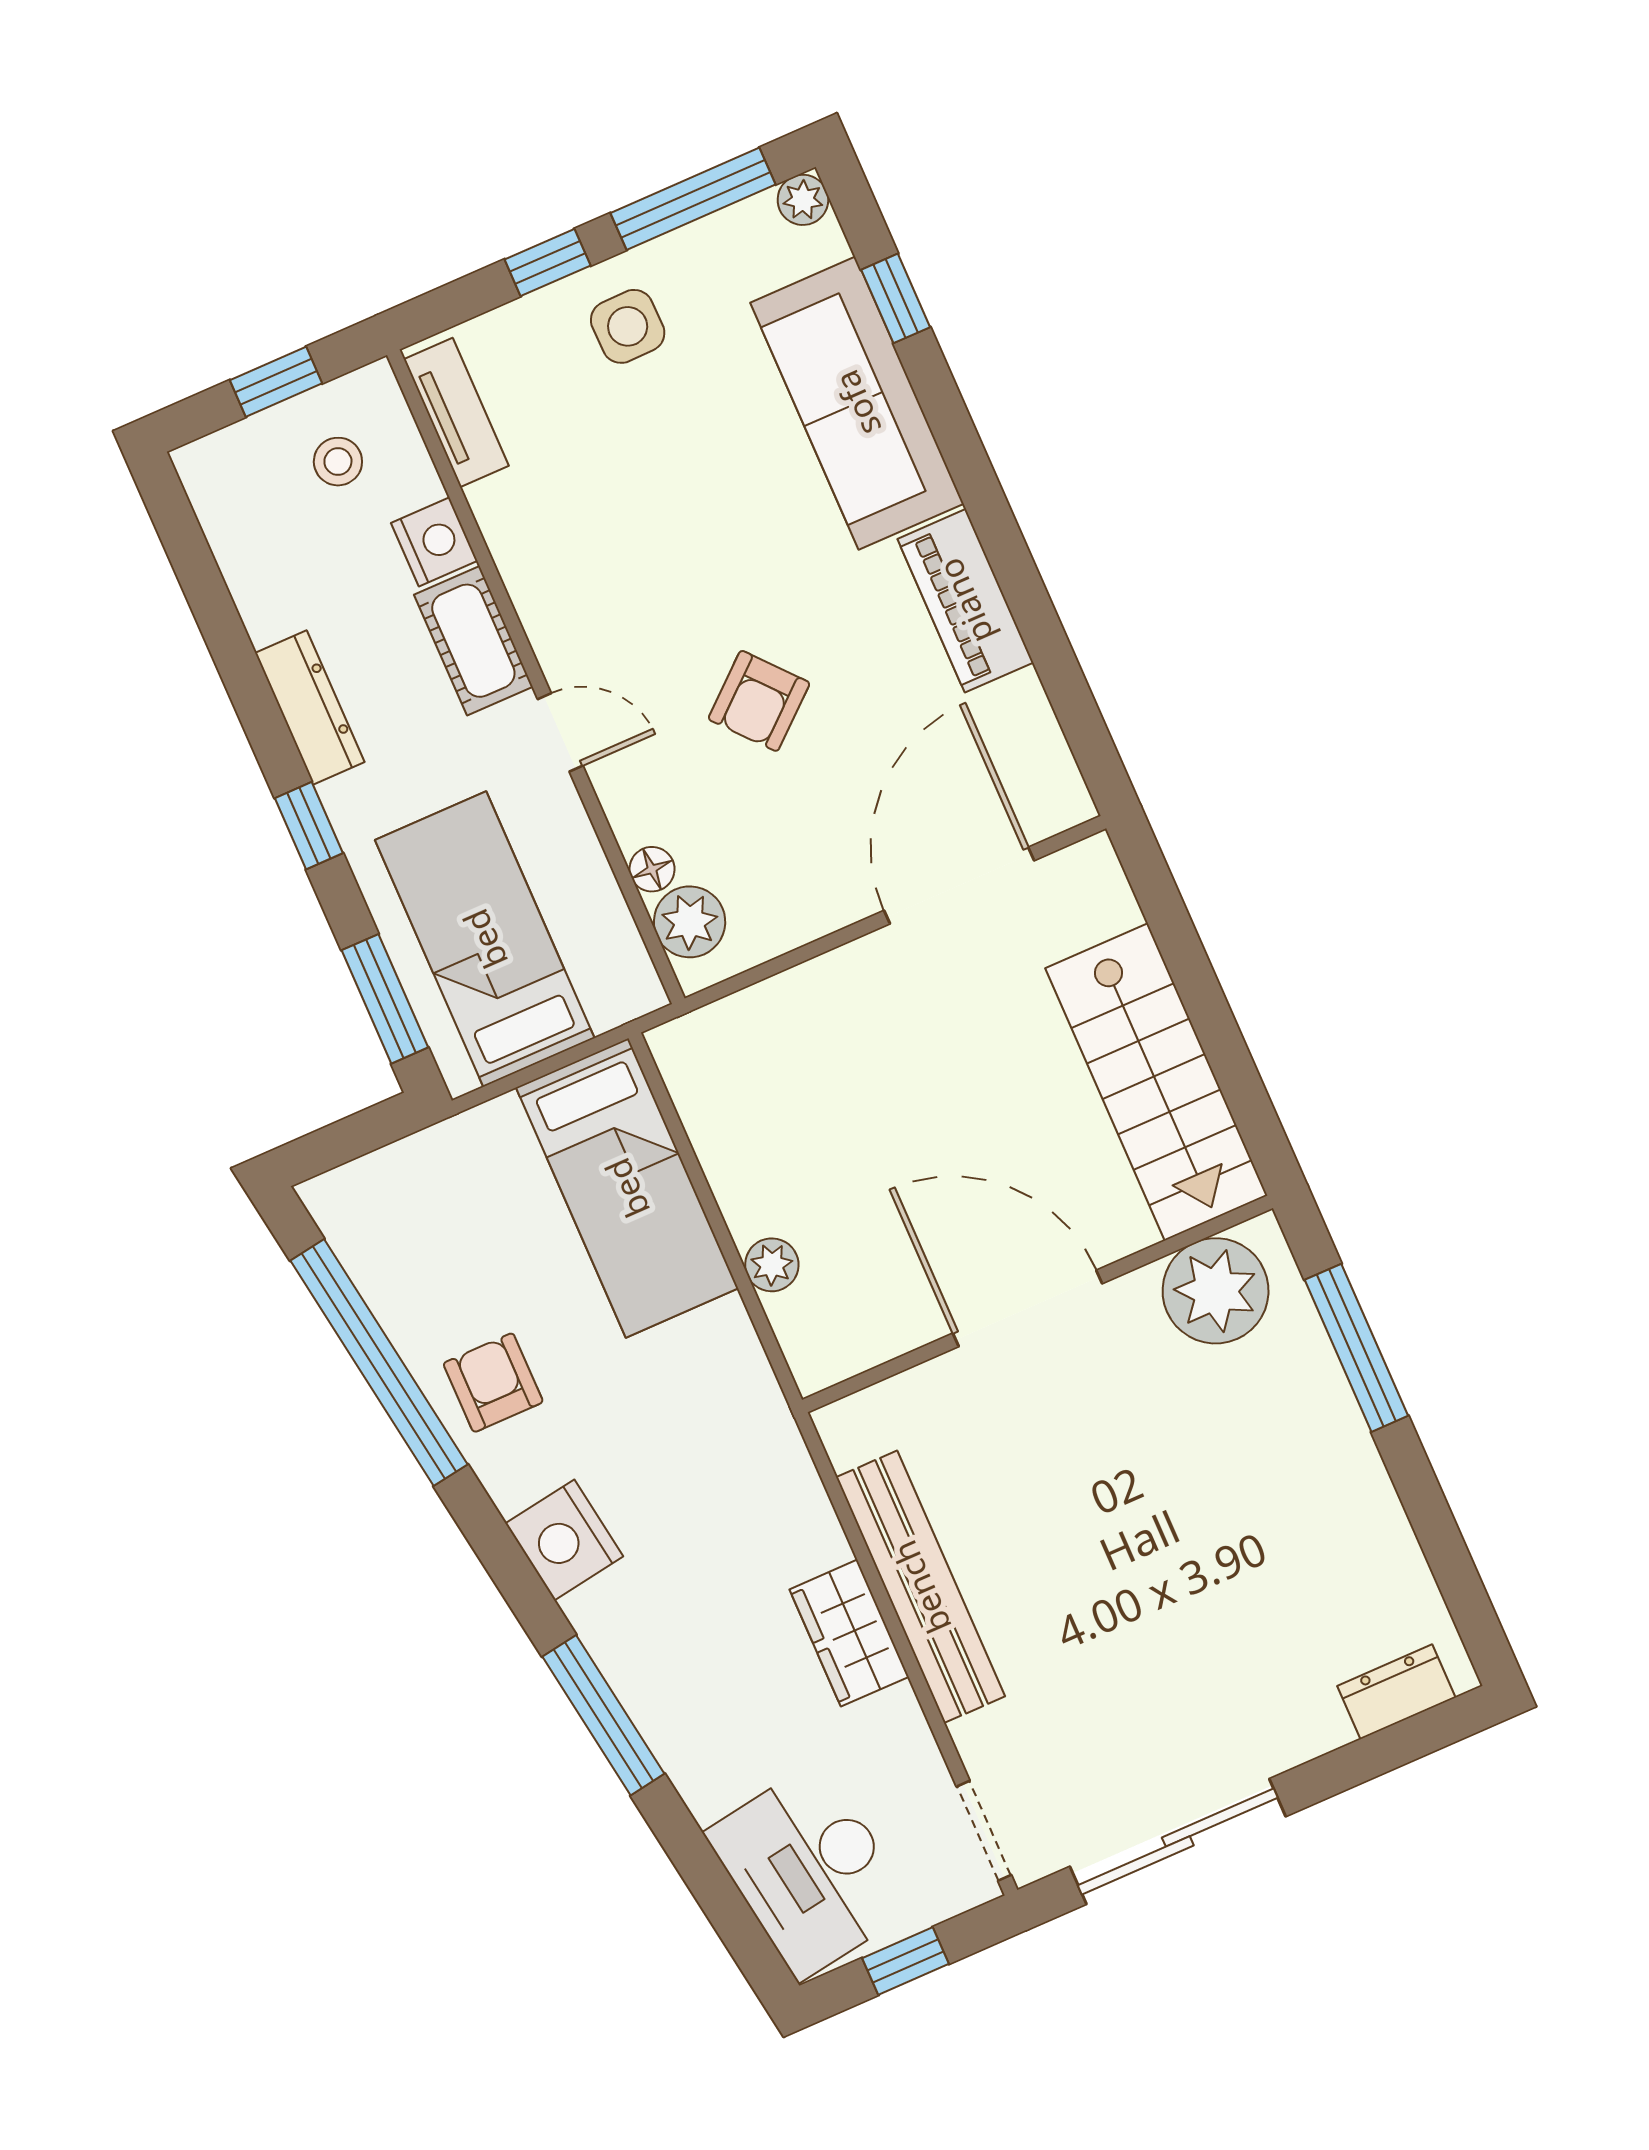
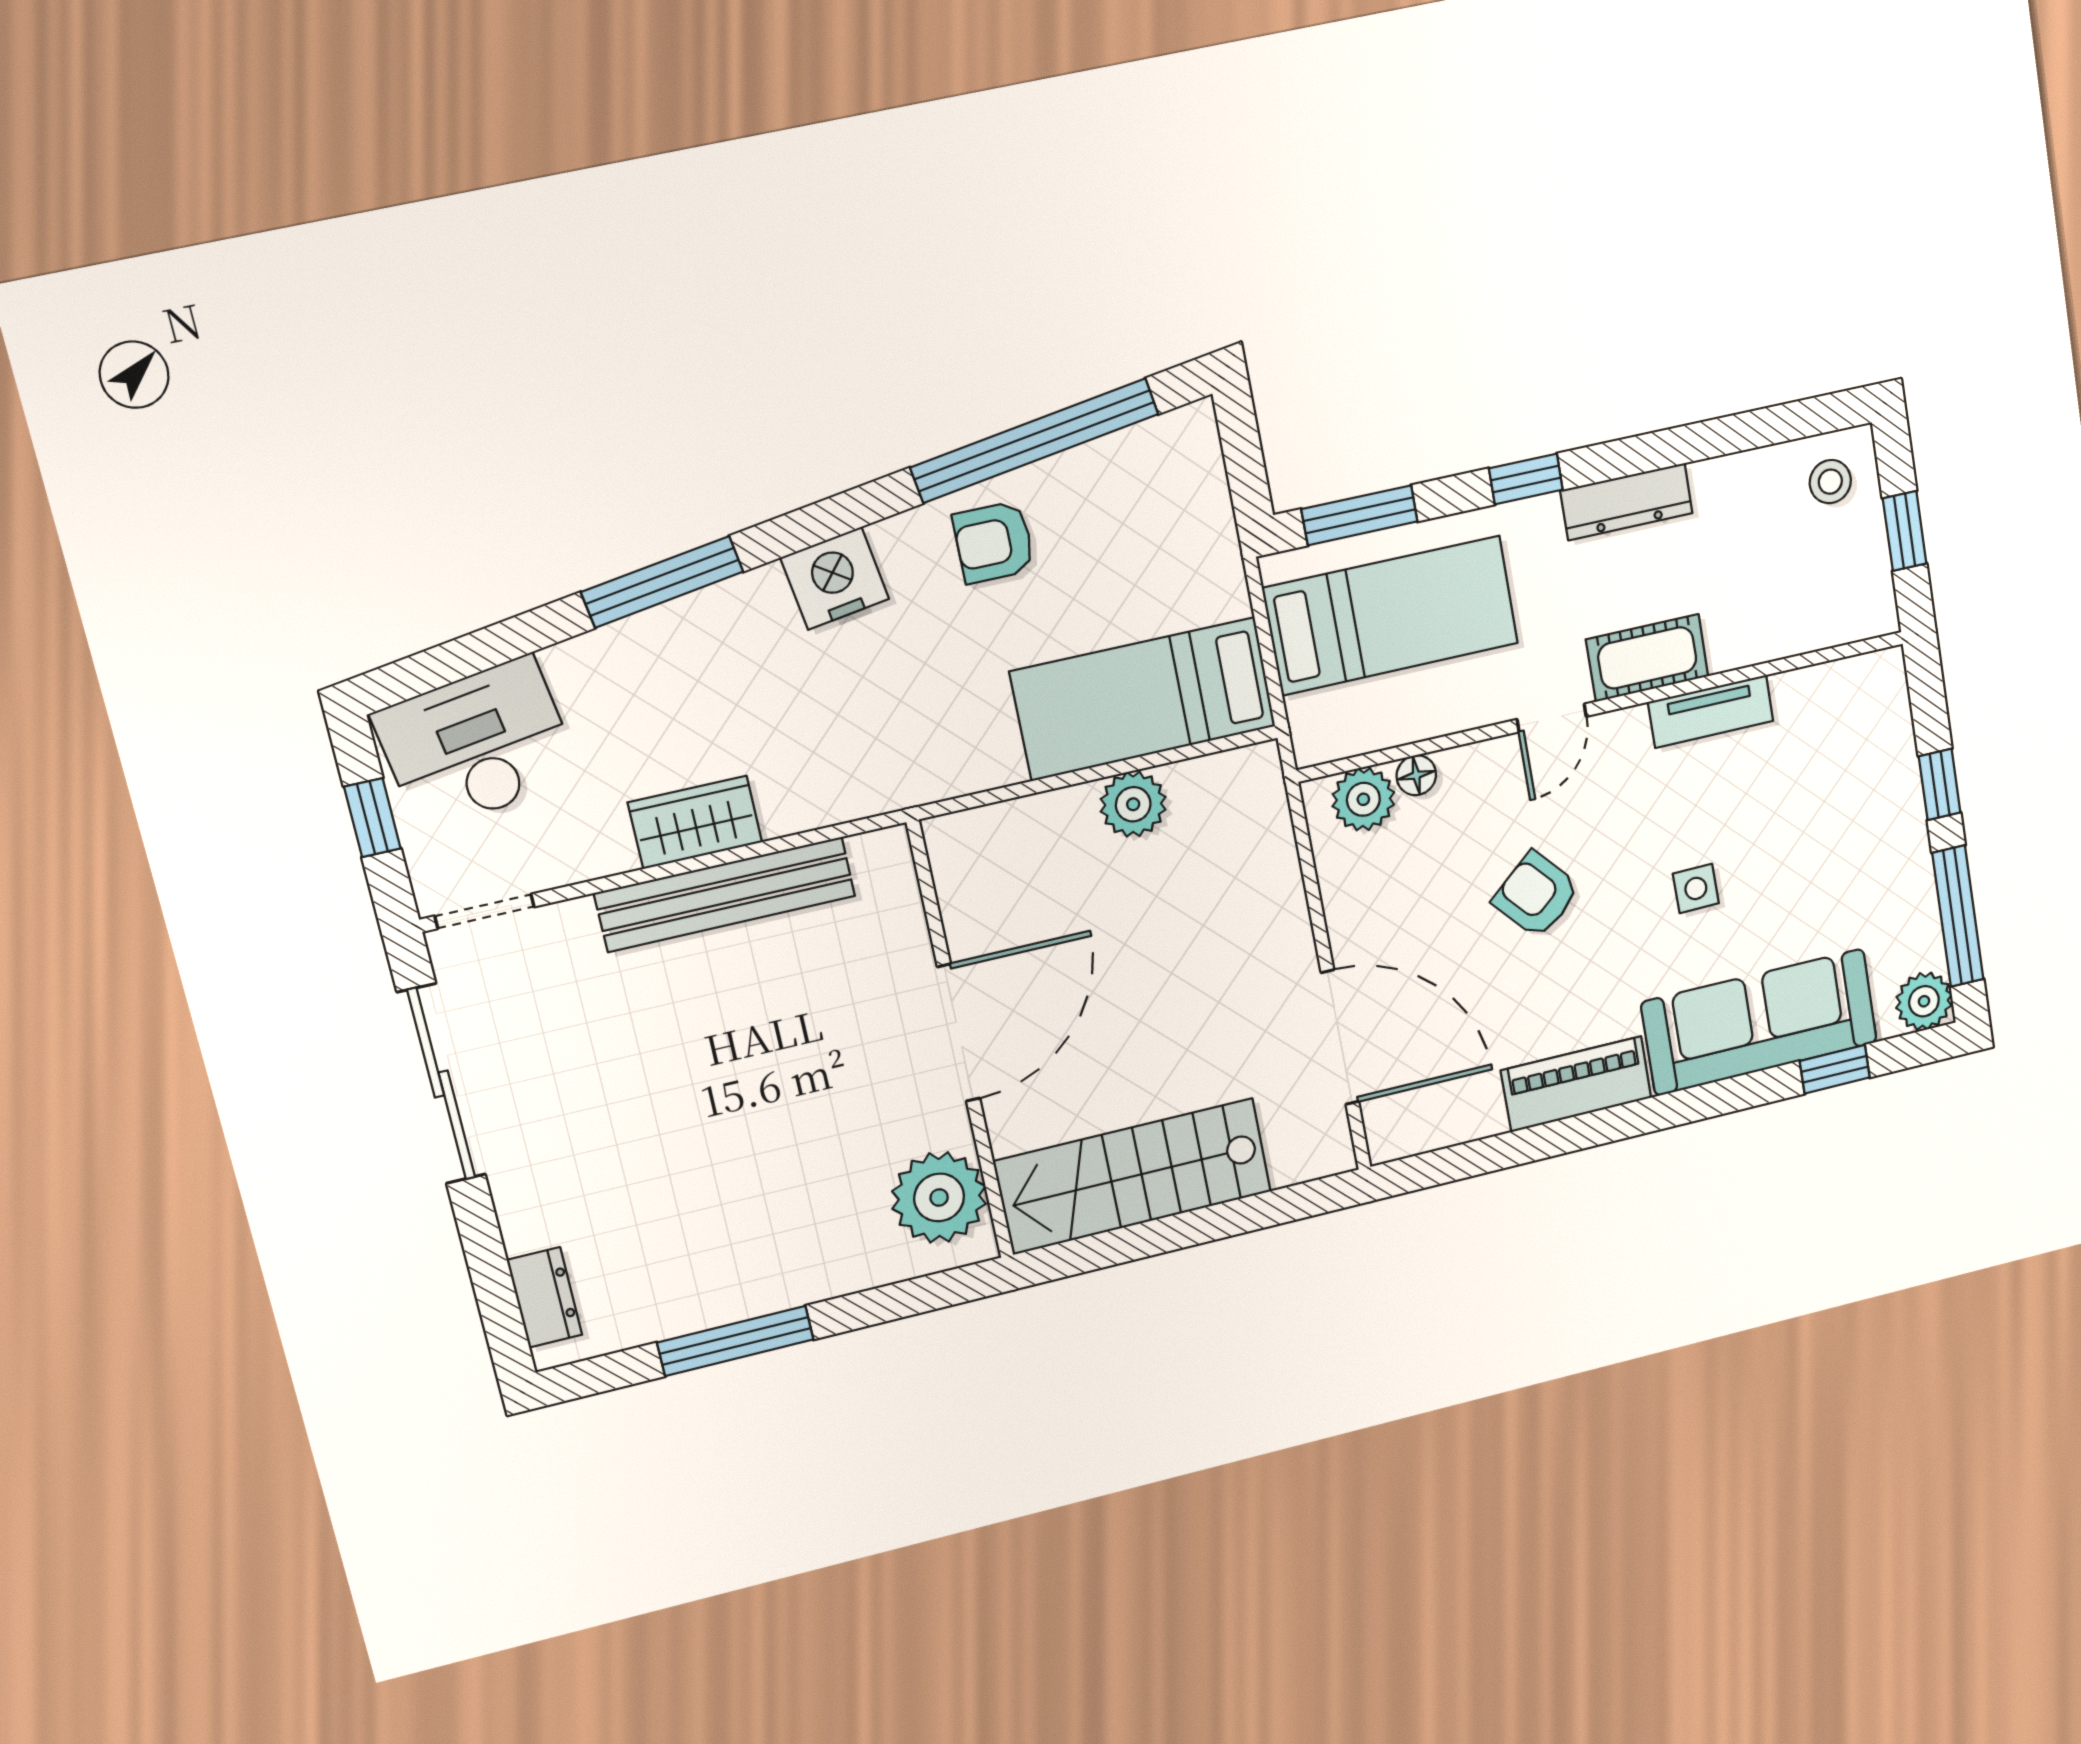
plant: (803, 200) -> (1924, 1001), width x1.38, depth x1.38
side table: (628, 326) -> (1696, 888), moved, width x0.73, depth x0.73
tv unit: (456, 413) -> (1711, 711), moved
stool: (338, 462) -> (1830, 482), moved
nightstand: (434, 542) -> (1738, 641), removed
plant: (772, 1265) -> (1133, 804), moved, width x1.38, depth x1.38
window: (1356, 1348) -> (735, 1341), moved
armchair: (493, 1383) -> (994, 542), turned 180

